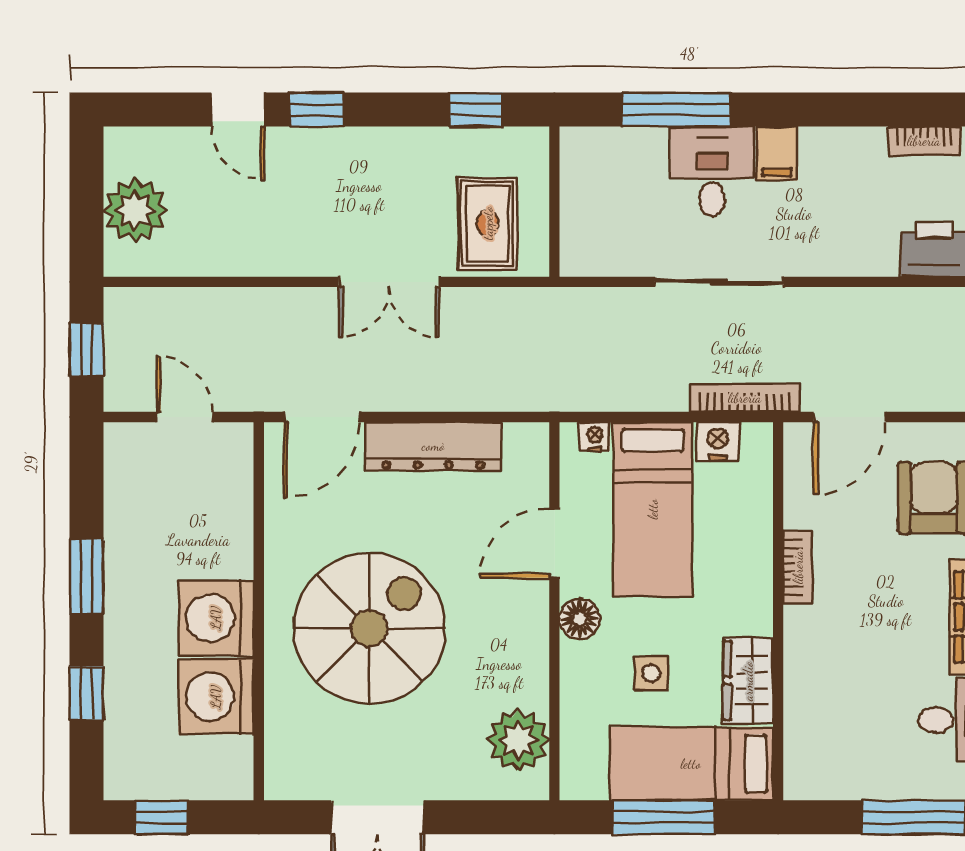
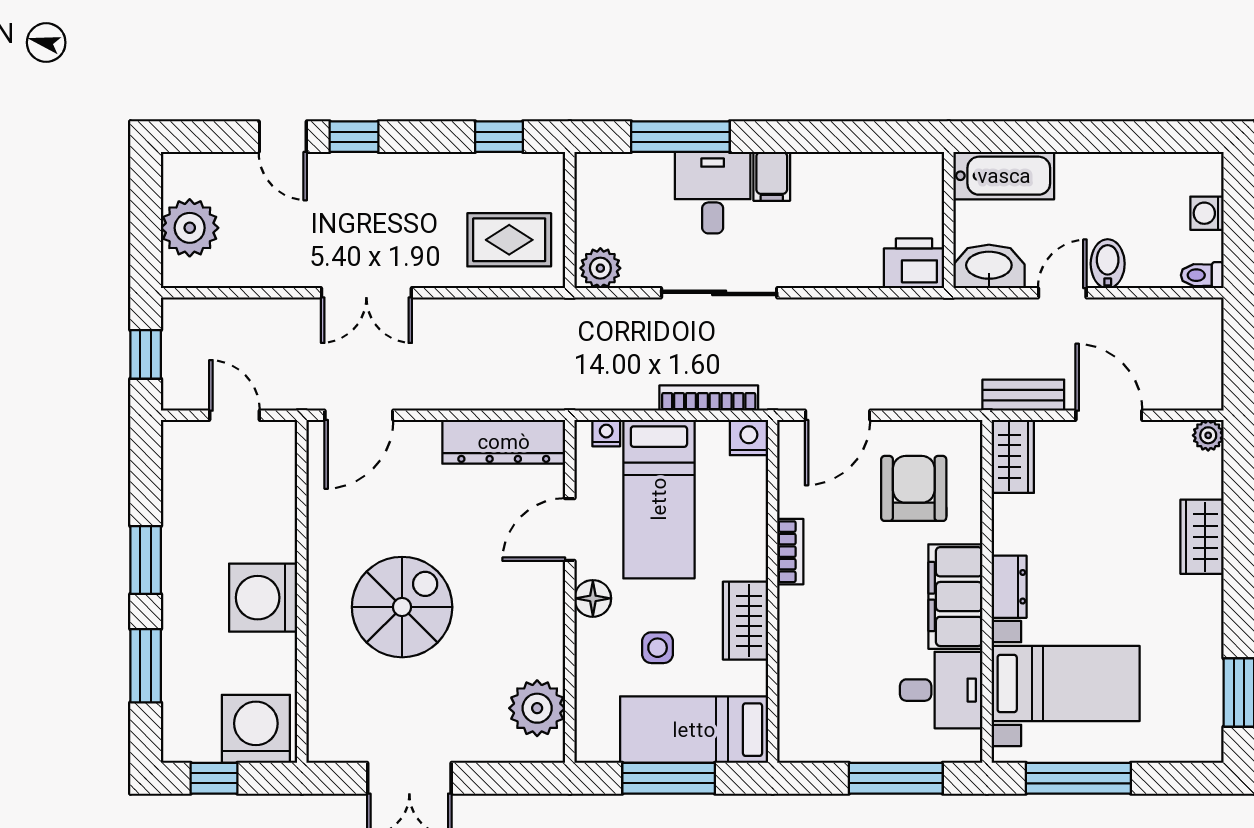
bookcase: (924, 141) -> (905, 165), removed
rug: (488, 223) -> (509, 240), turned 90
plant: (588, 255) -> (600, 268), added
double door: (389, 282) -> (366, 293), moved
bookcase: (745, 398) -> (709, 398), moved
nightstand: (718, 441) -> (749, 438), moved
dresser: (433, 446) -> (504, 442), moved
spiral stairs: (369, 628) -> (402, 607), width x0.73, depth x0.73
wardrobe: (748, 681) -> (745, 621), moved
window: (87, 693) -> (146, 666), width x1.50
washing machine: (216, 697) -> (256, 729), moved, turned 90

